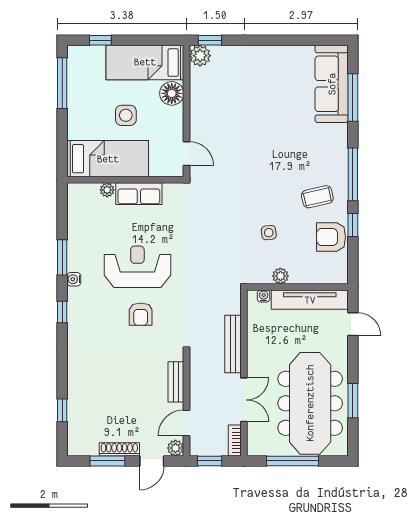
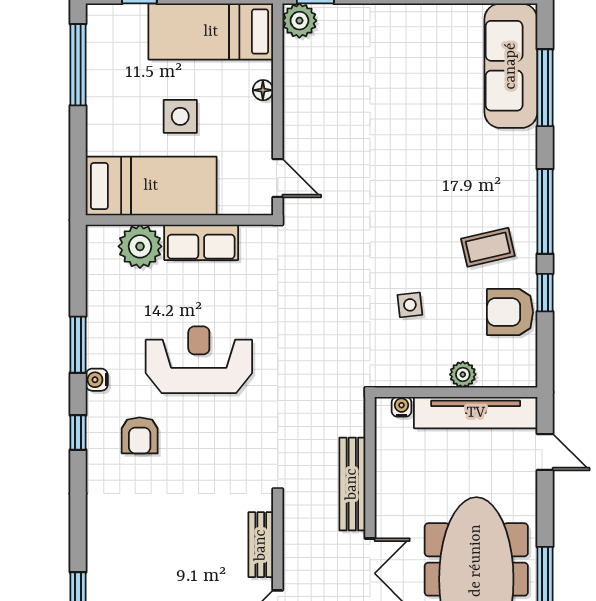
floor lamp: (172, 93) -> (263, 90), width x0.53, depth x0.53
plant: (107, 190) -> (140, 246), width x1.87, depth x1.87
plant: (280, 276) -> (463, 374), moved
armchair: (141, 314) -> (140, 435), moved

